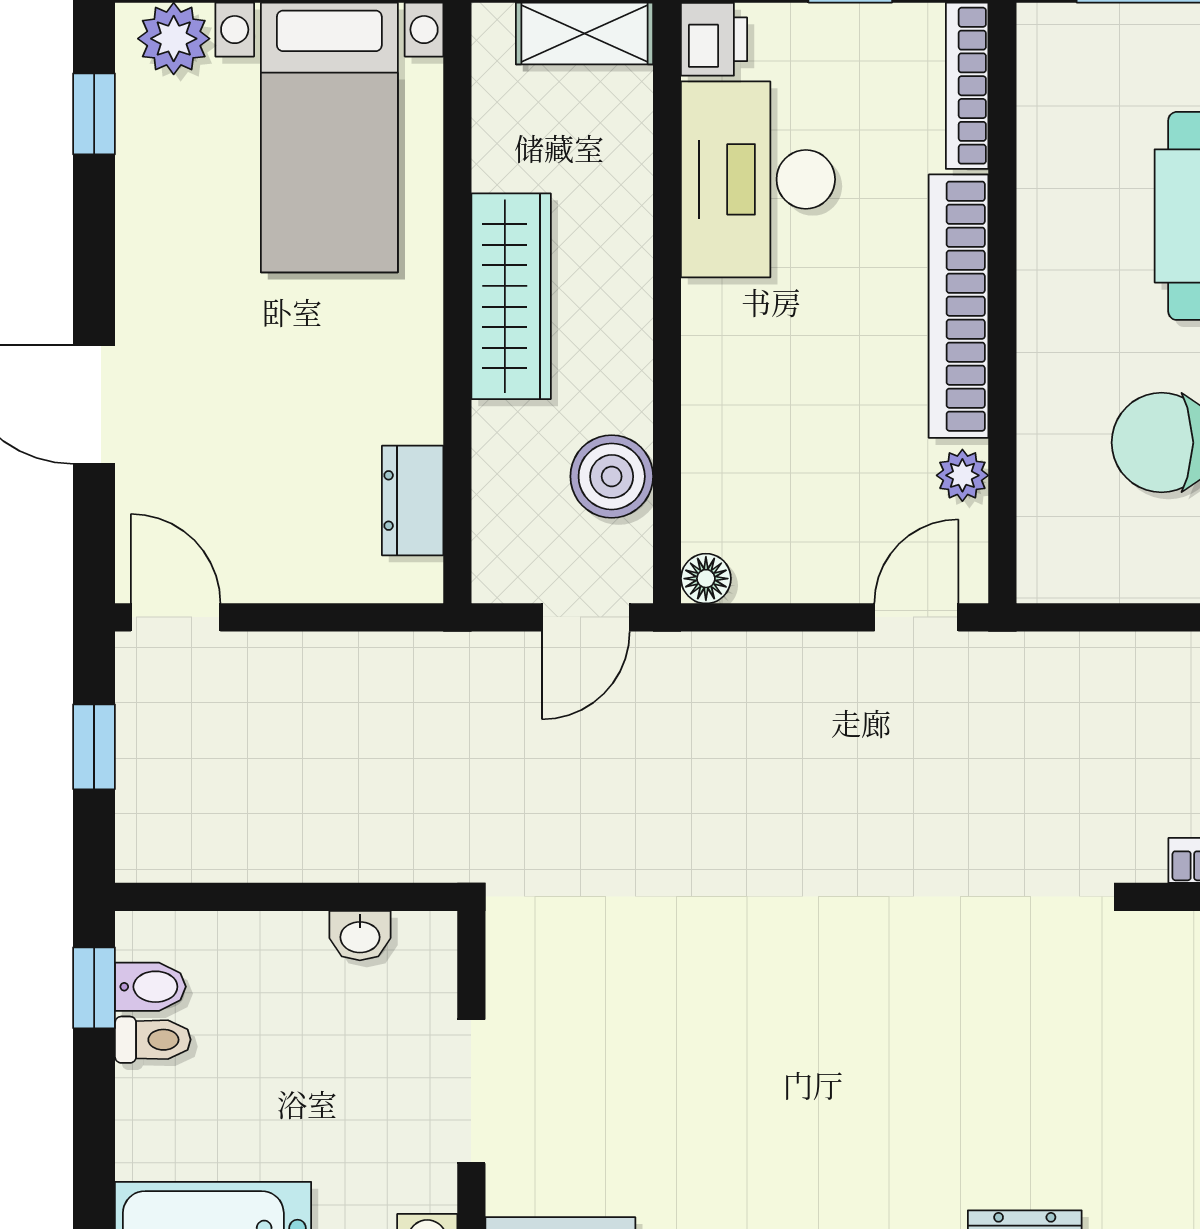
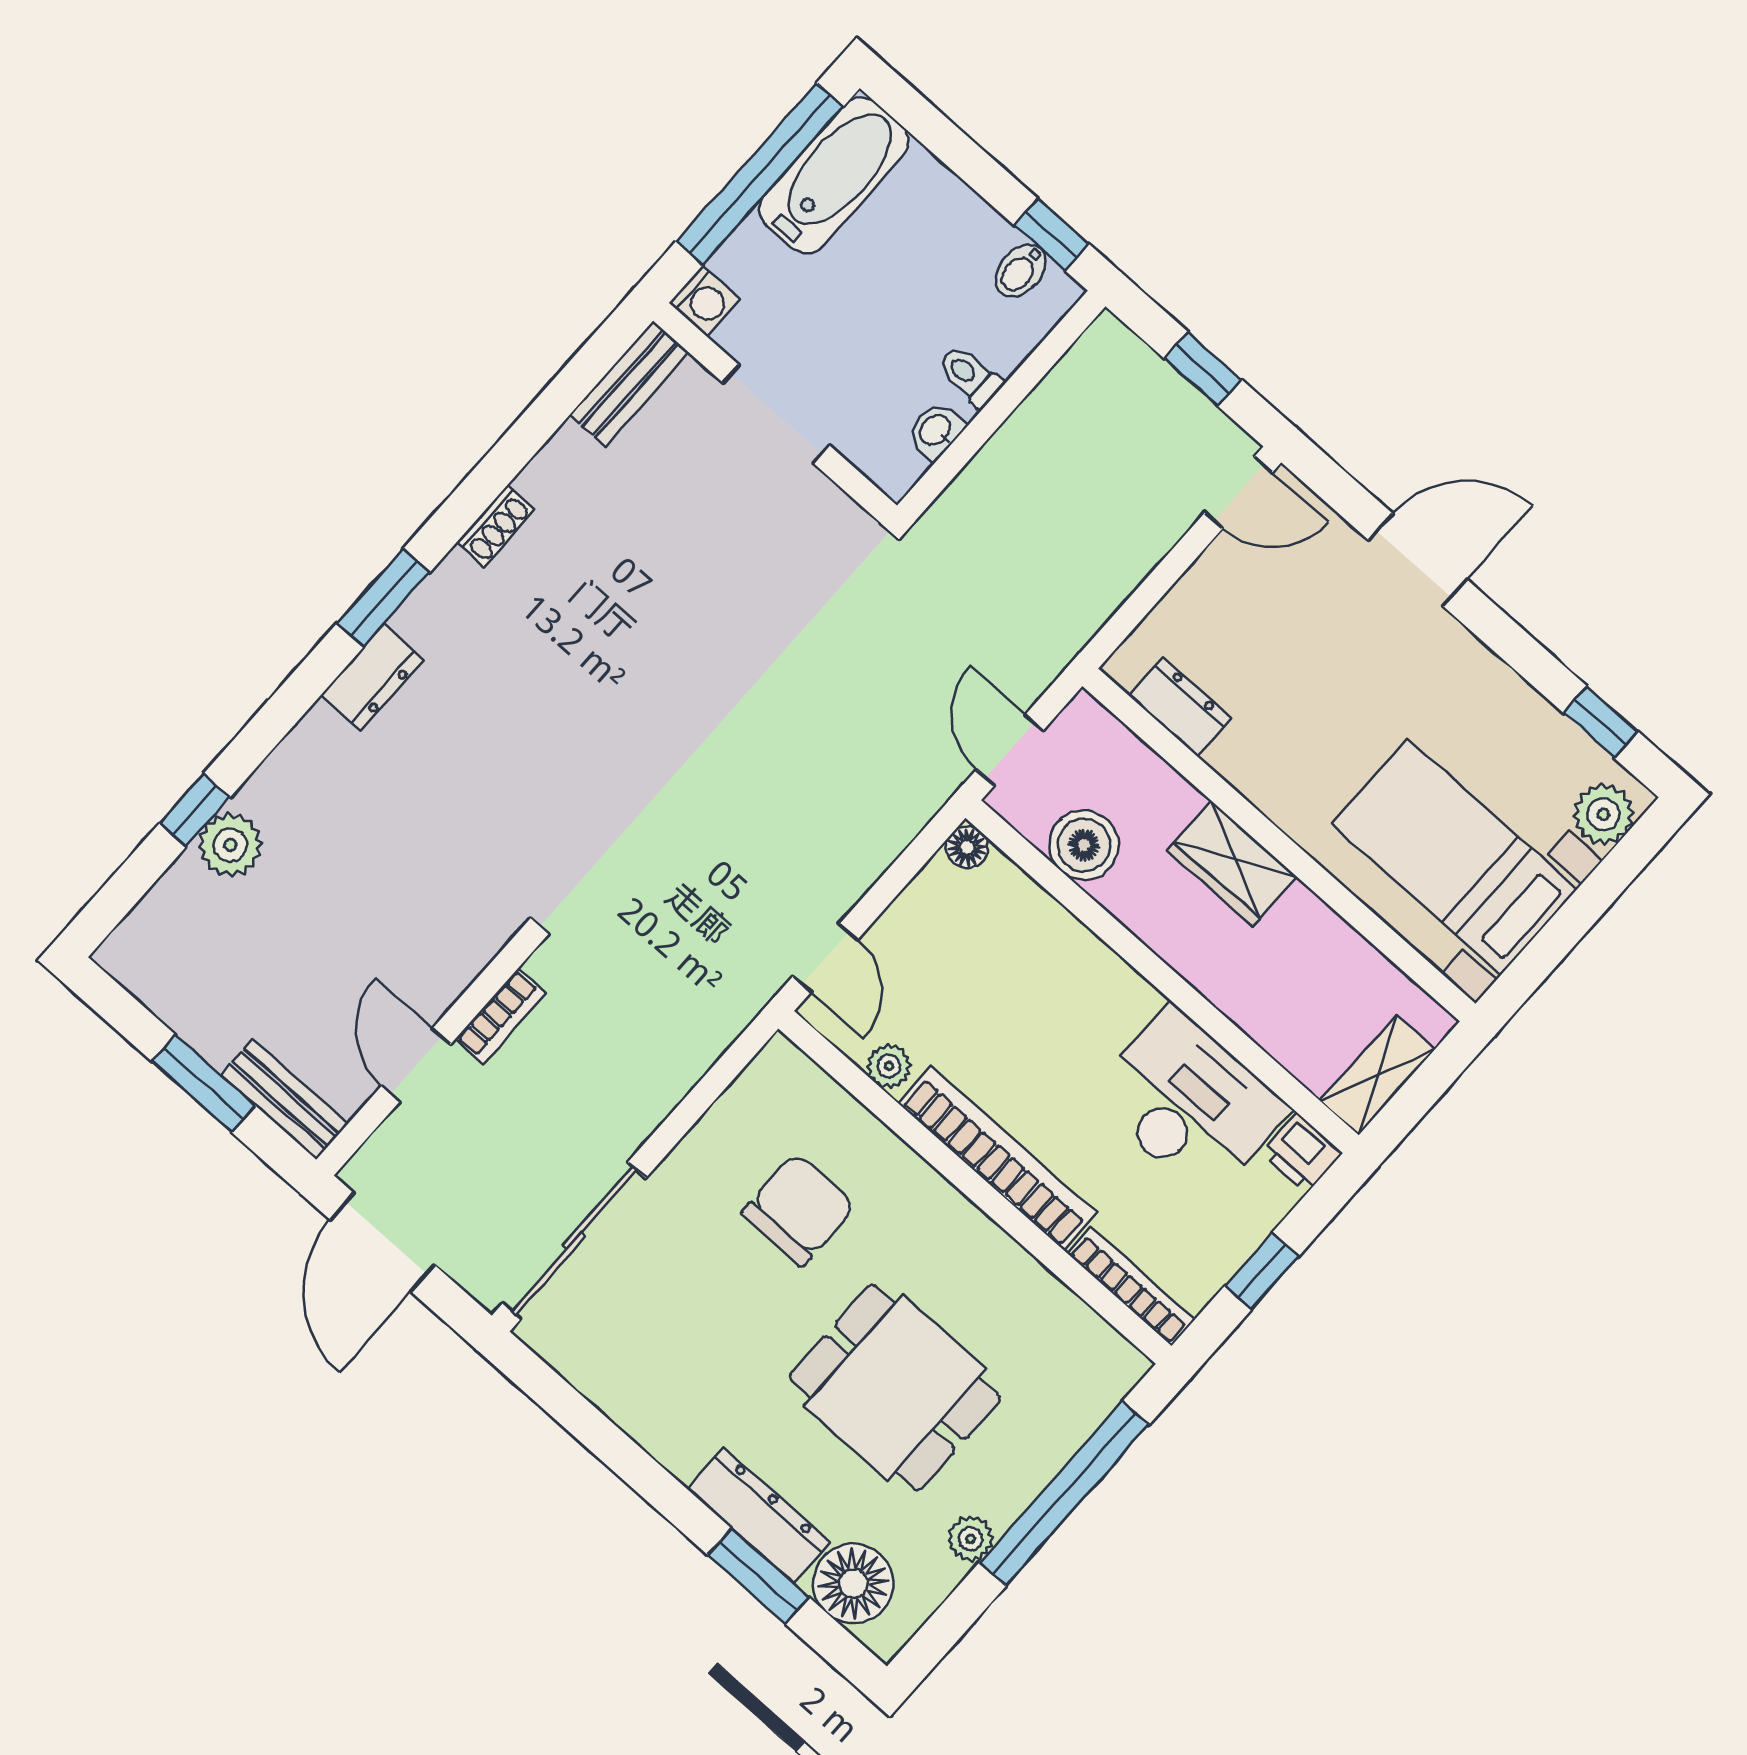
wardrobe: (511, 296) -> (1232, 863), width x0.67
toilet: (153, 1040) -> (970, 376), moved, turned 90

